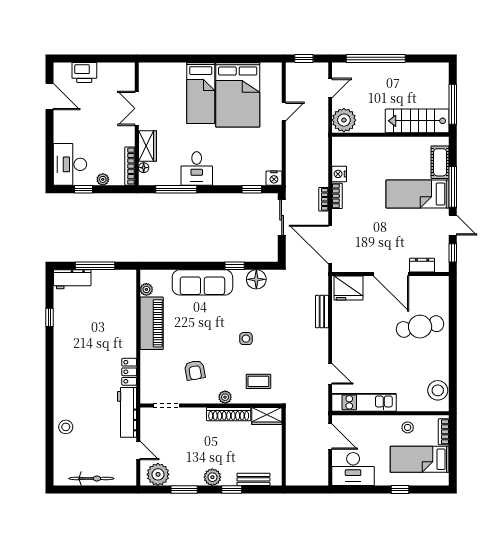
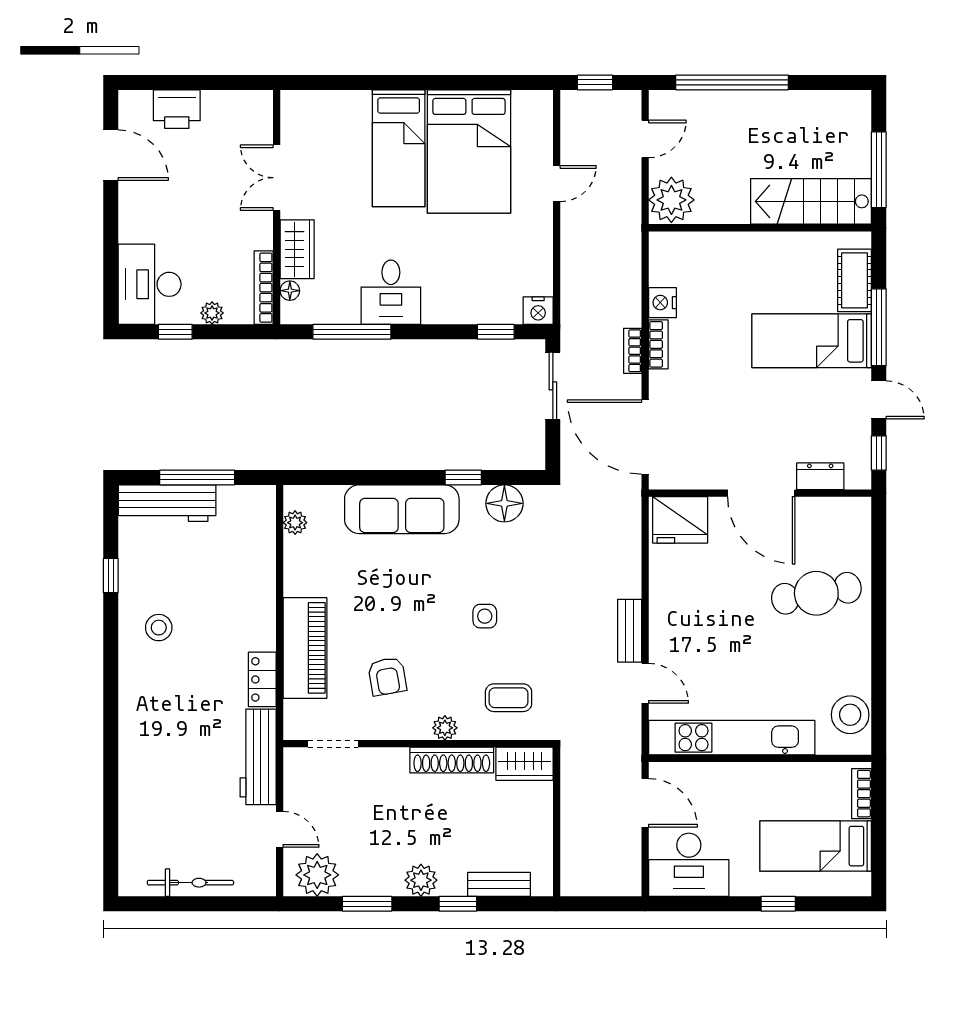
workbench: (72, 279) -> (167, 503), width x1.38
bench: (322, 311) -> (630, 631), moved
piano: (152, 323) -> (305, 648), moved
kitchen unit: (364, 402) -> (732, 738), width x1.36
stool: (66, 427) -> (159, 628), moved
stool: (408, 427) -> (793, 786), removed

